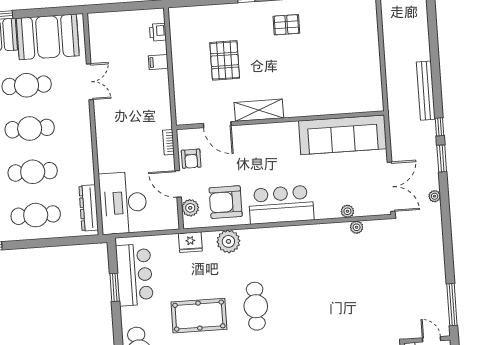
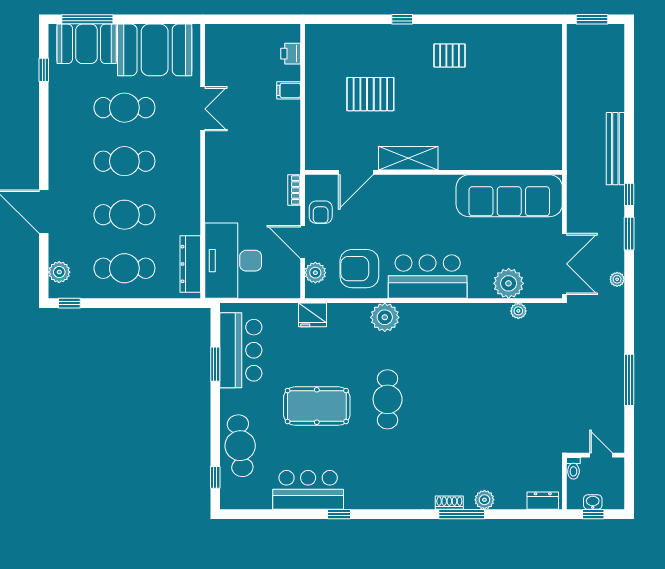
pallet: (225, 60) -> (370, 94), turned 90
door: (217, 125) -> (356, 172), hinge flipped
plant: (347, 211) -> (509, 283), width x1.87, depth x1.87
plant: (228, 241) -> (385, 317), moved
window: (452, 305) -> (629, 380), moved

